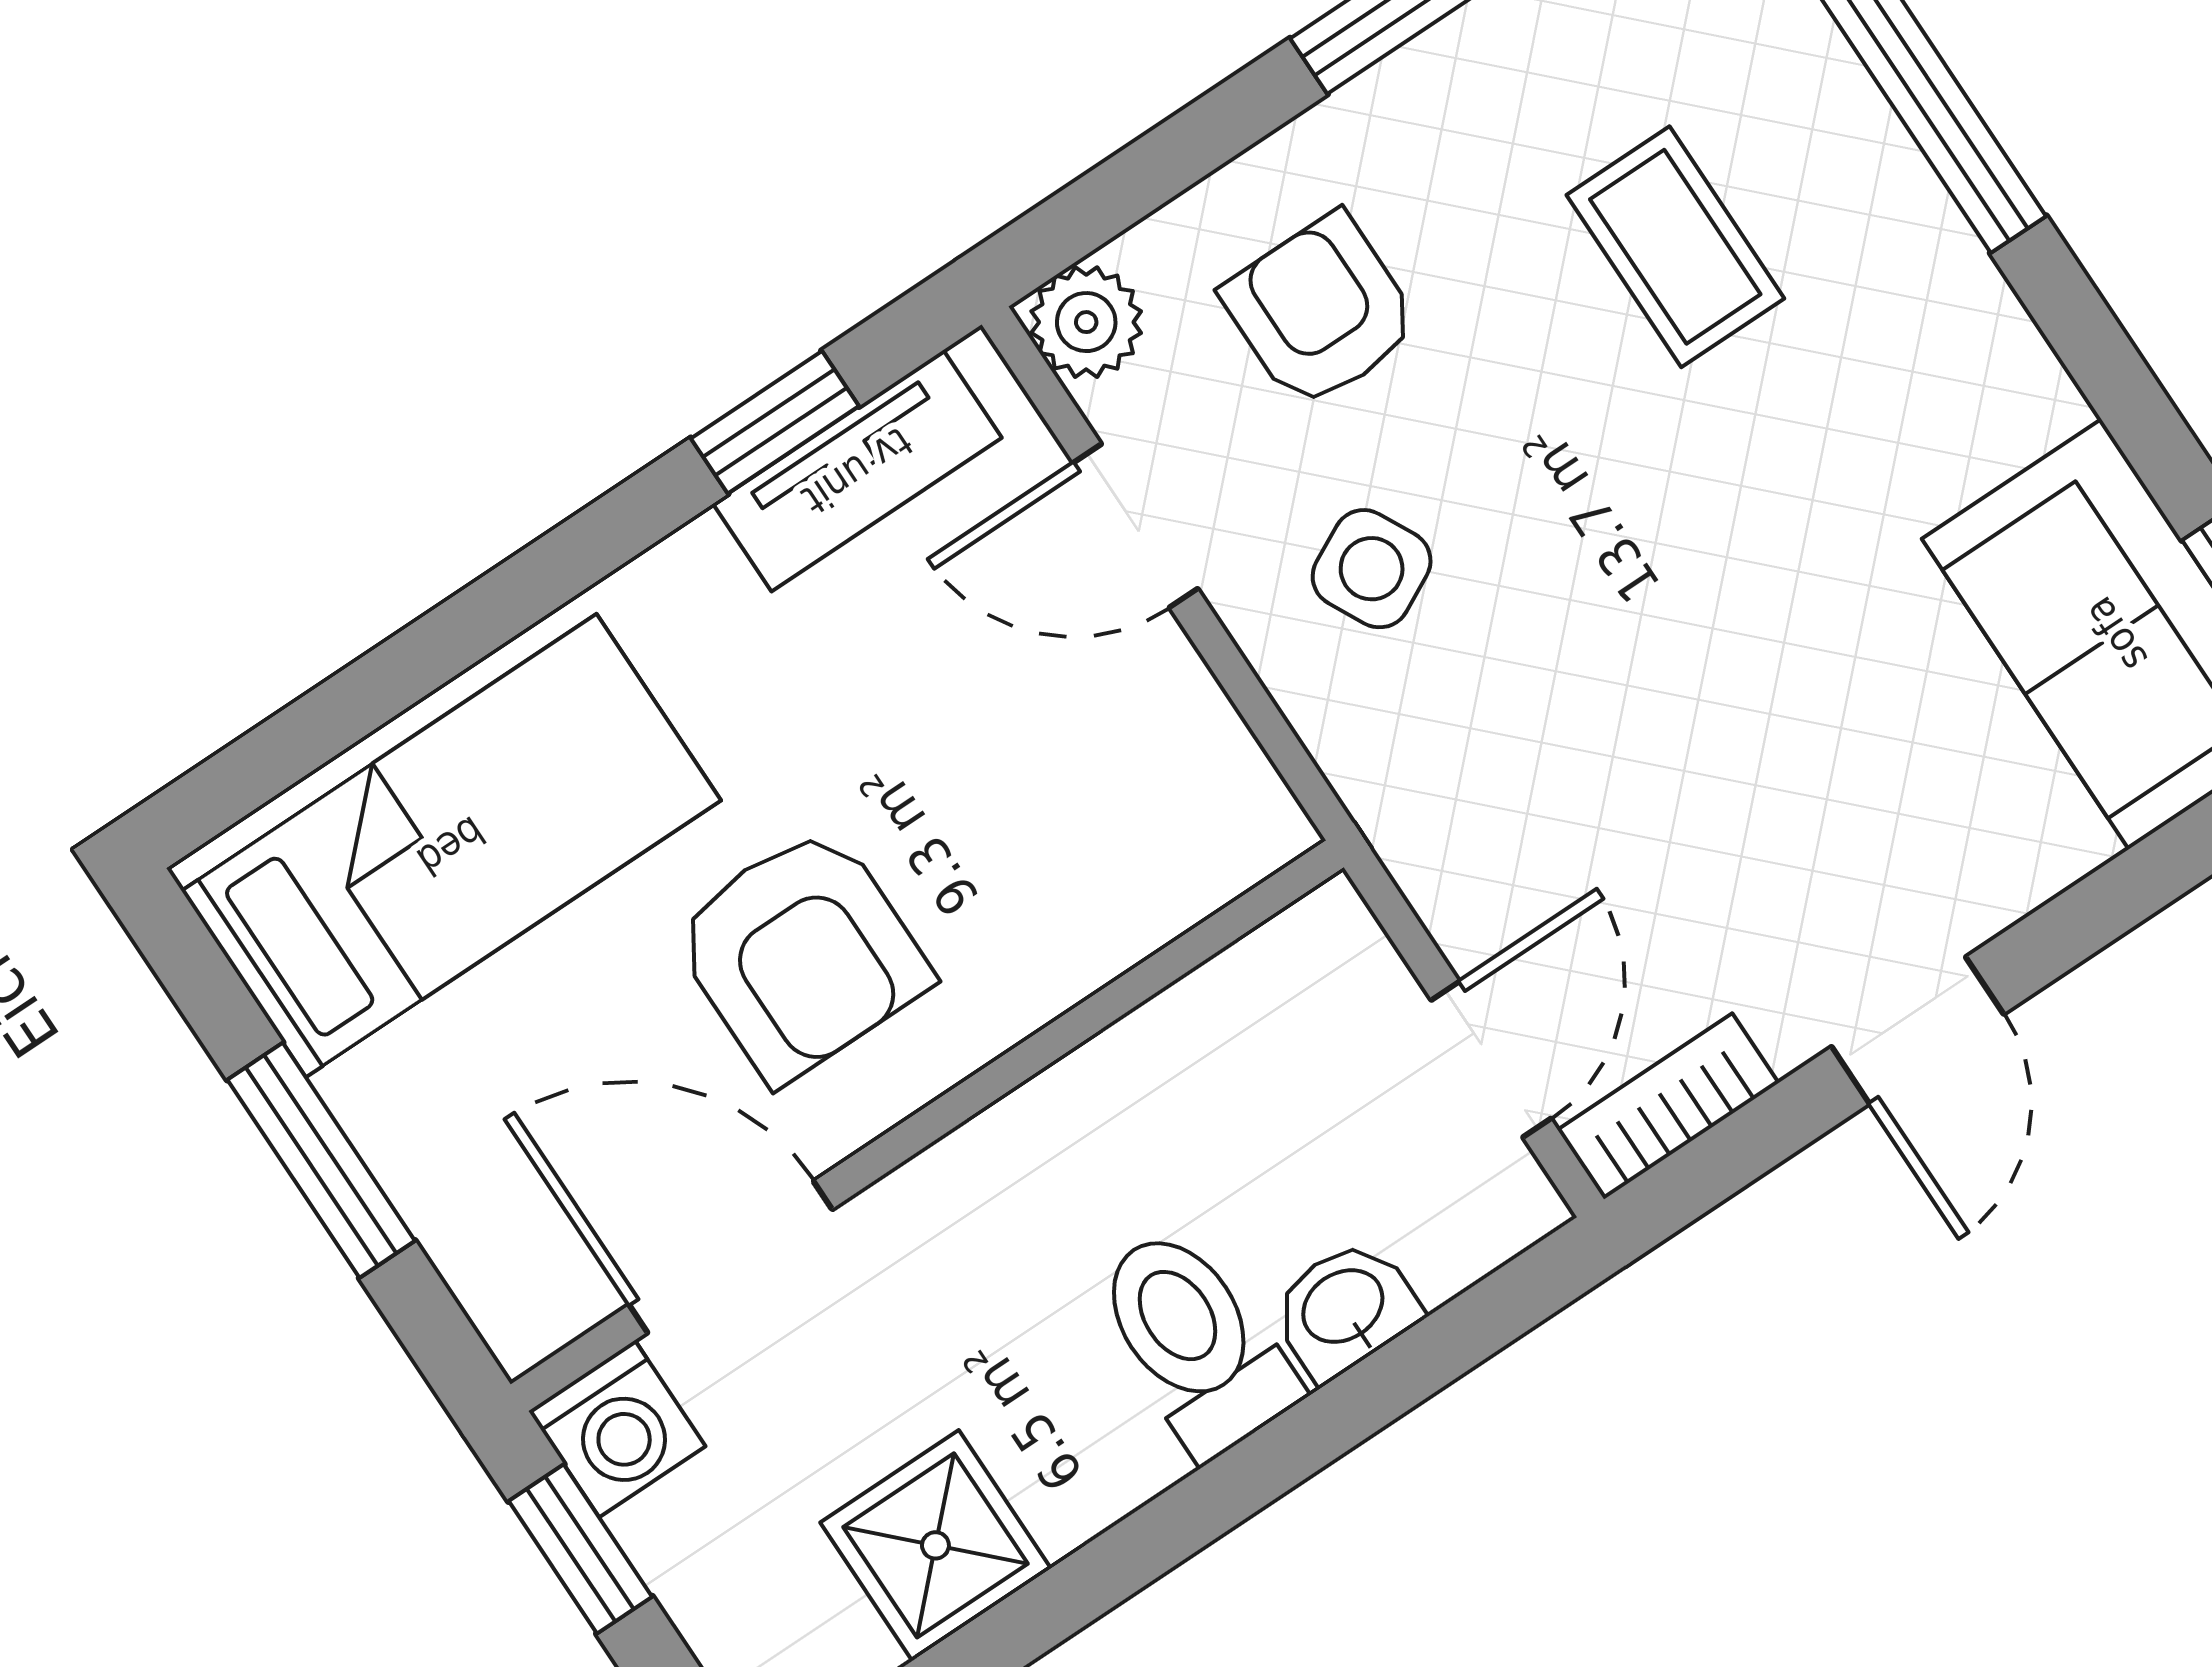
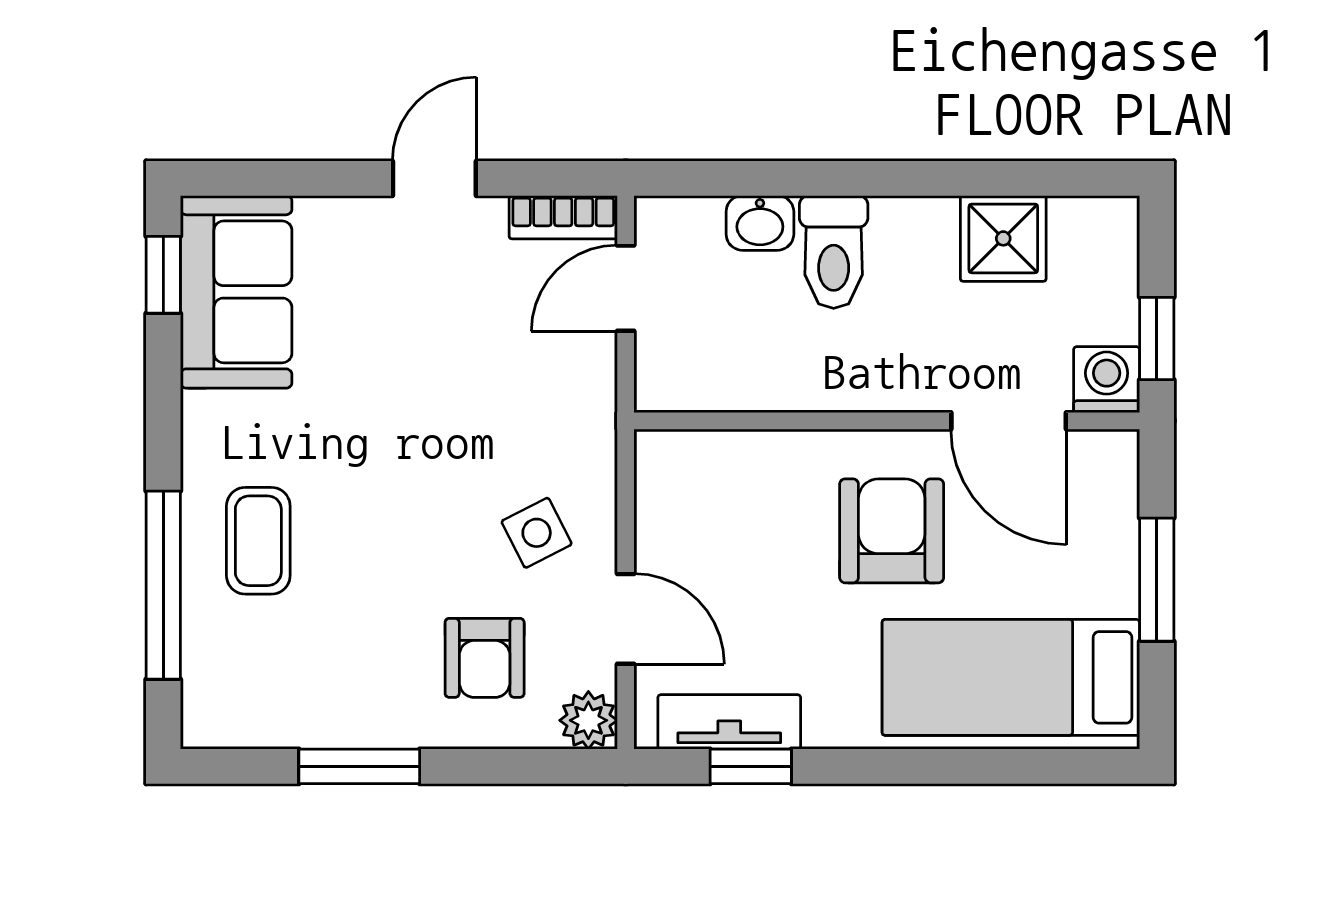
coffee table: (1675, 247) -> (258, 541), moved

